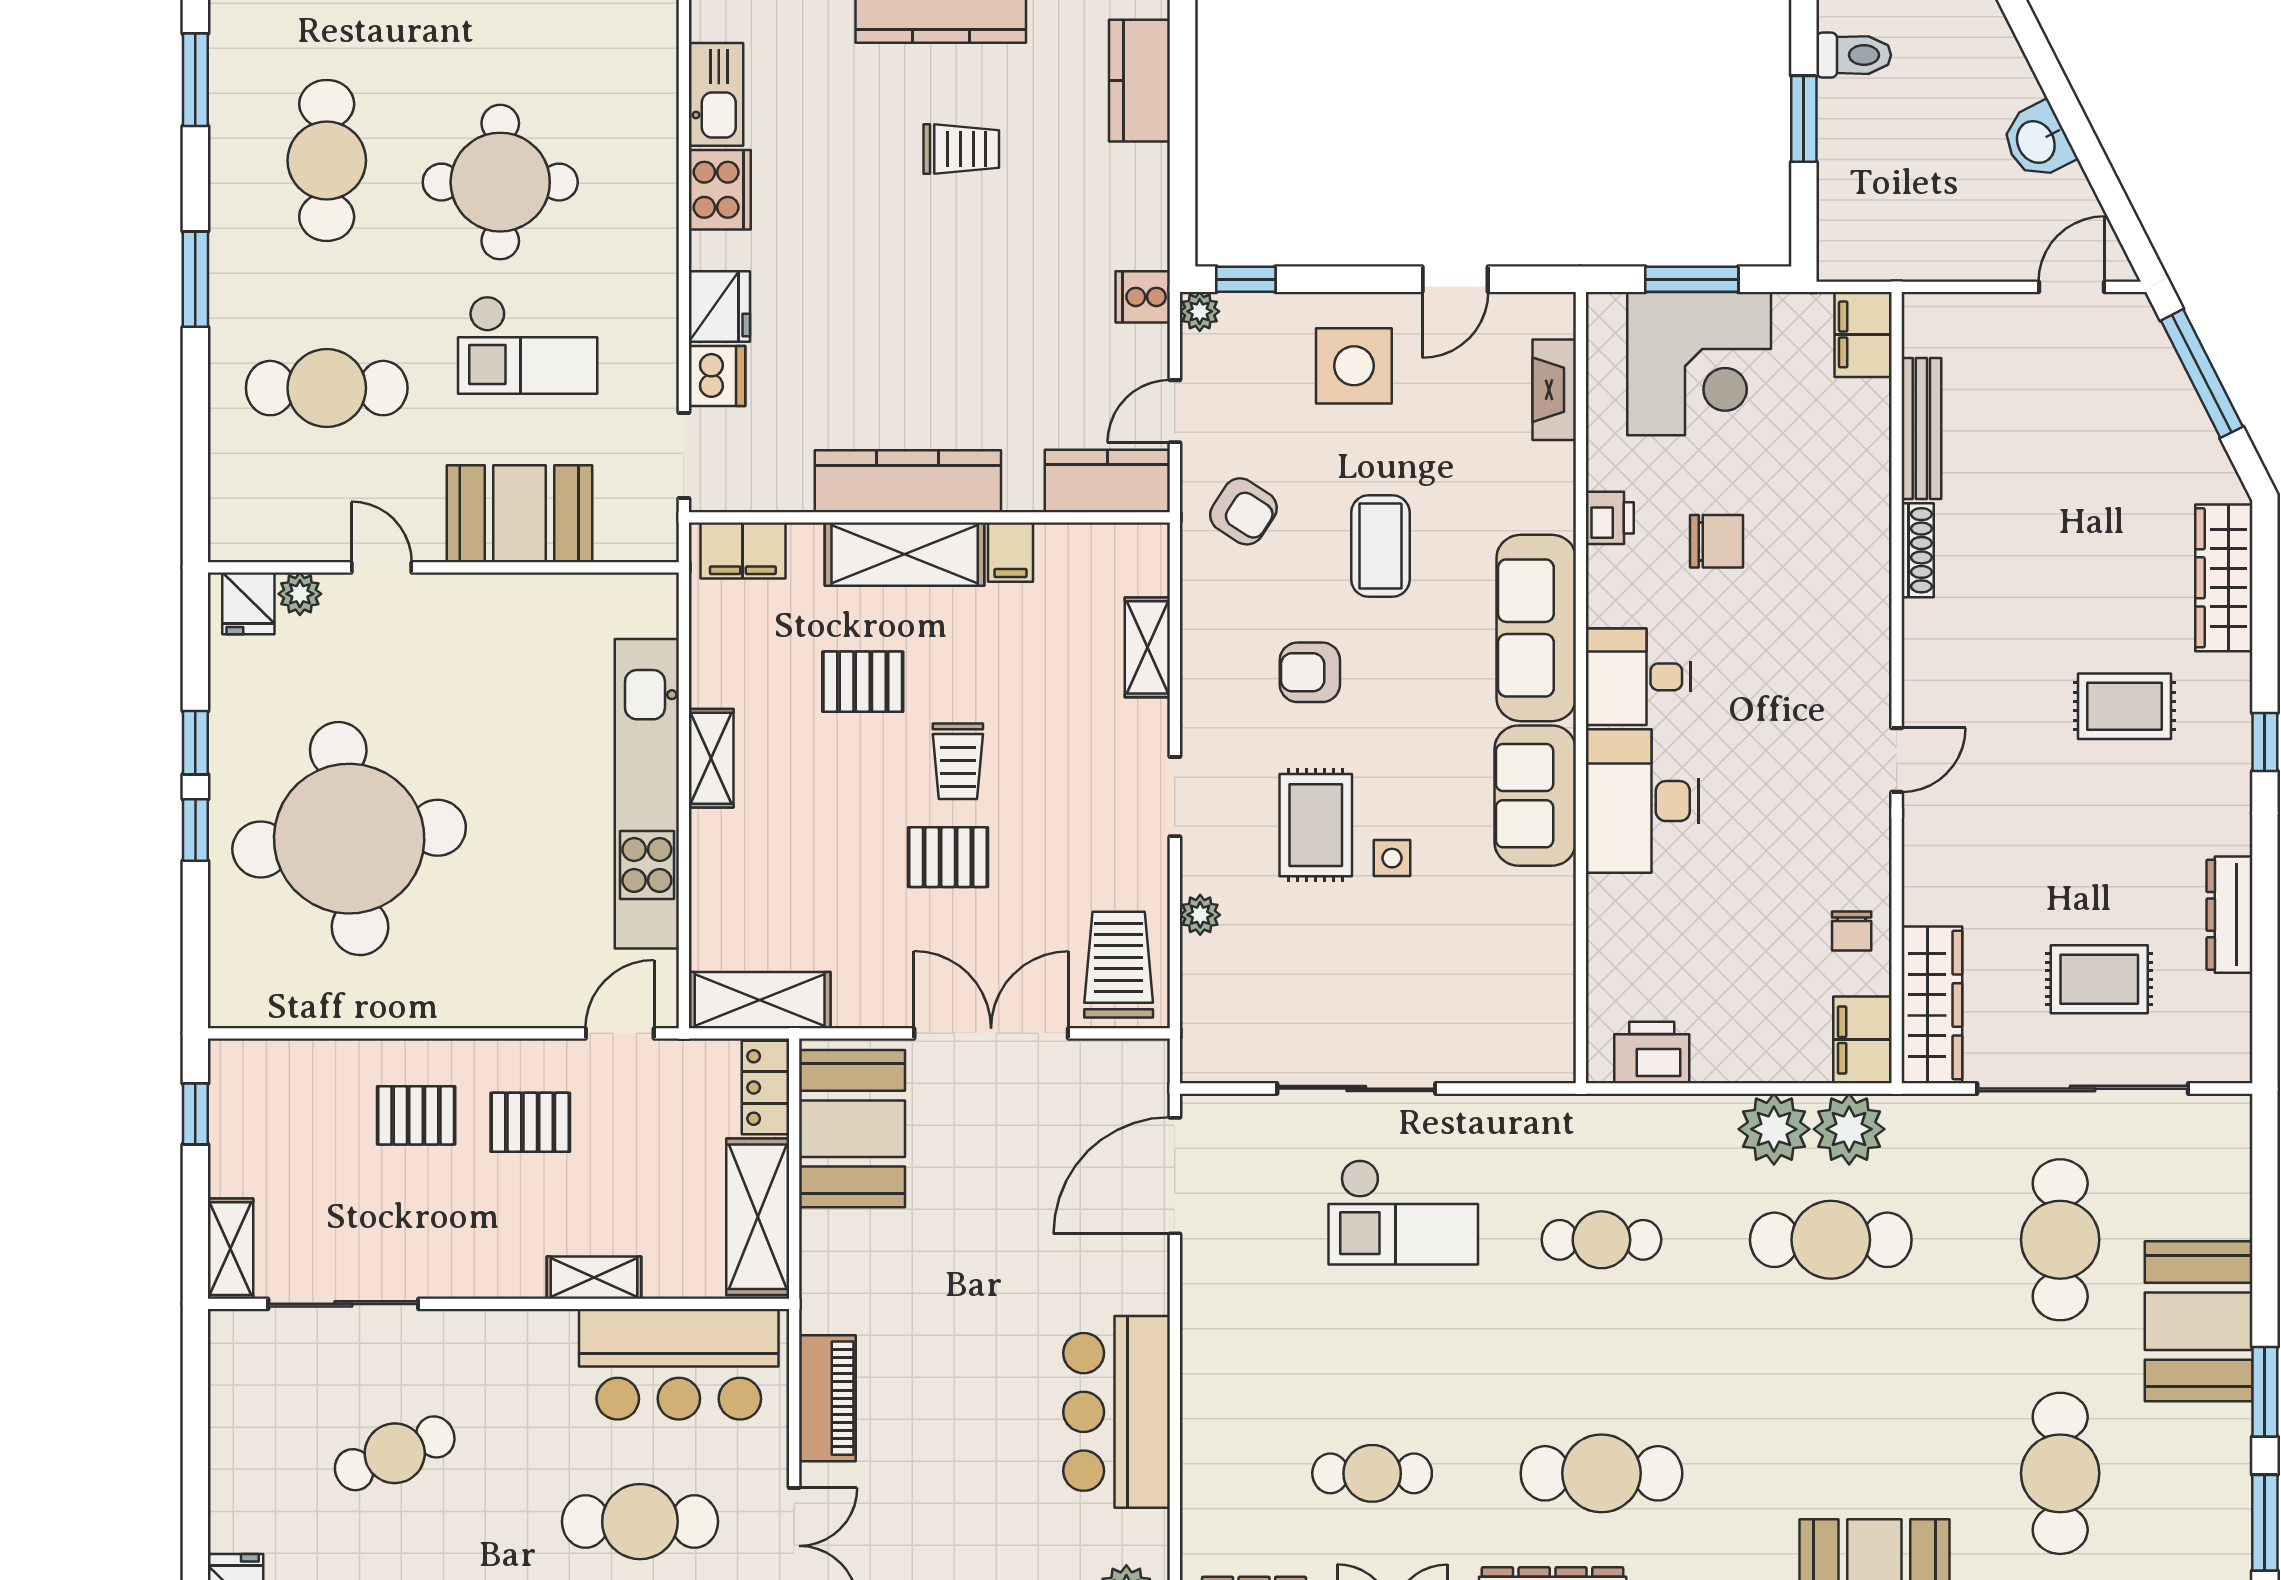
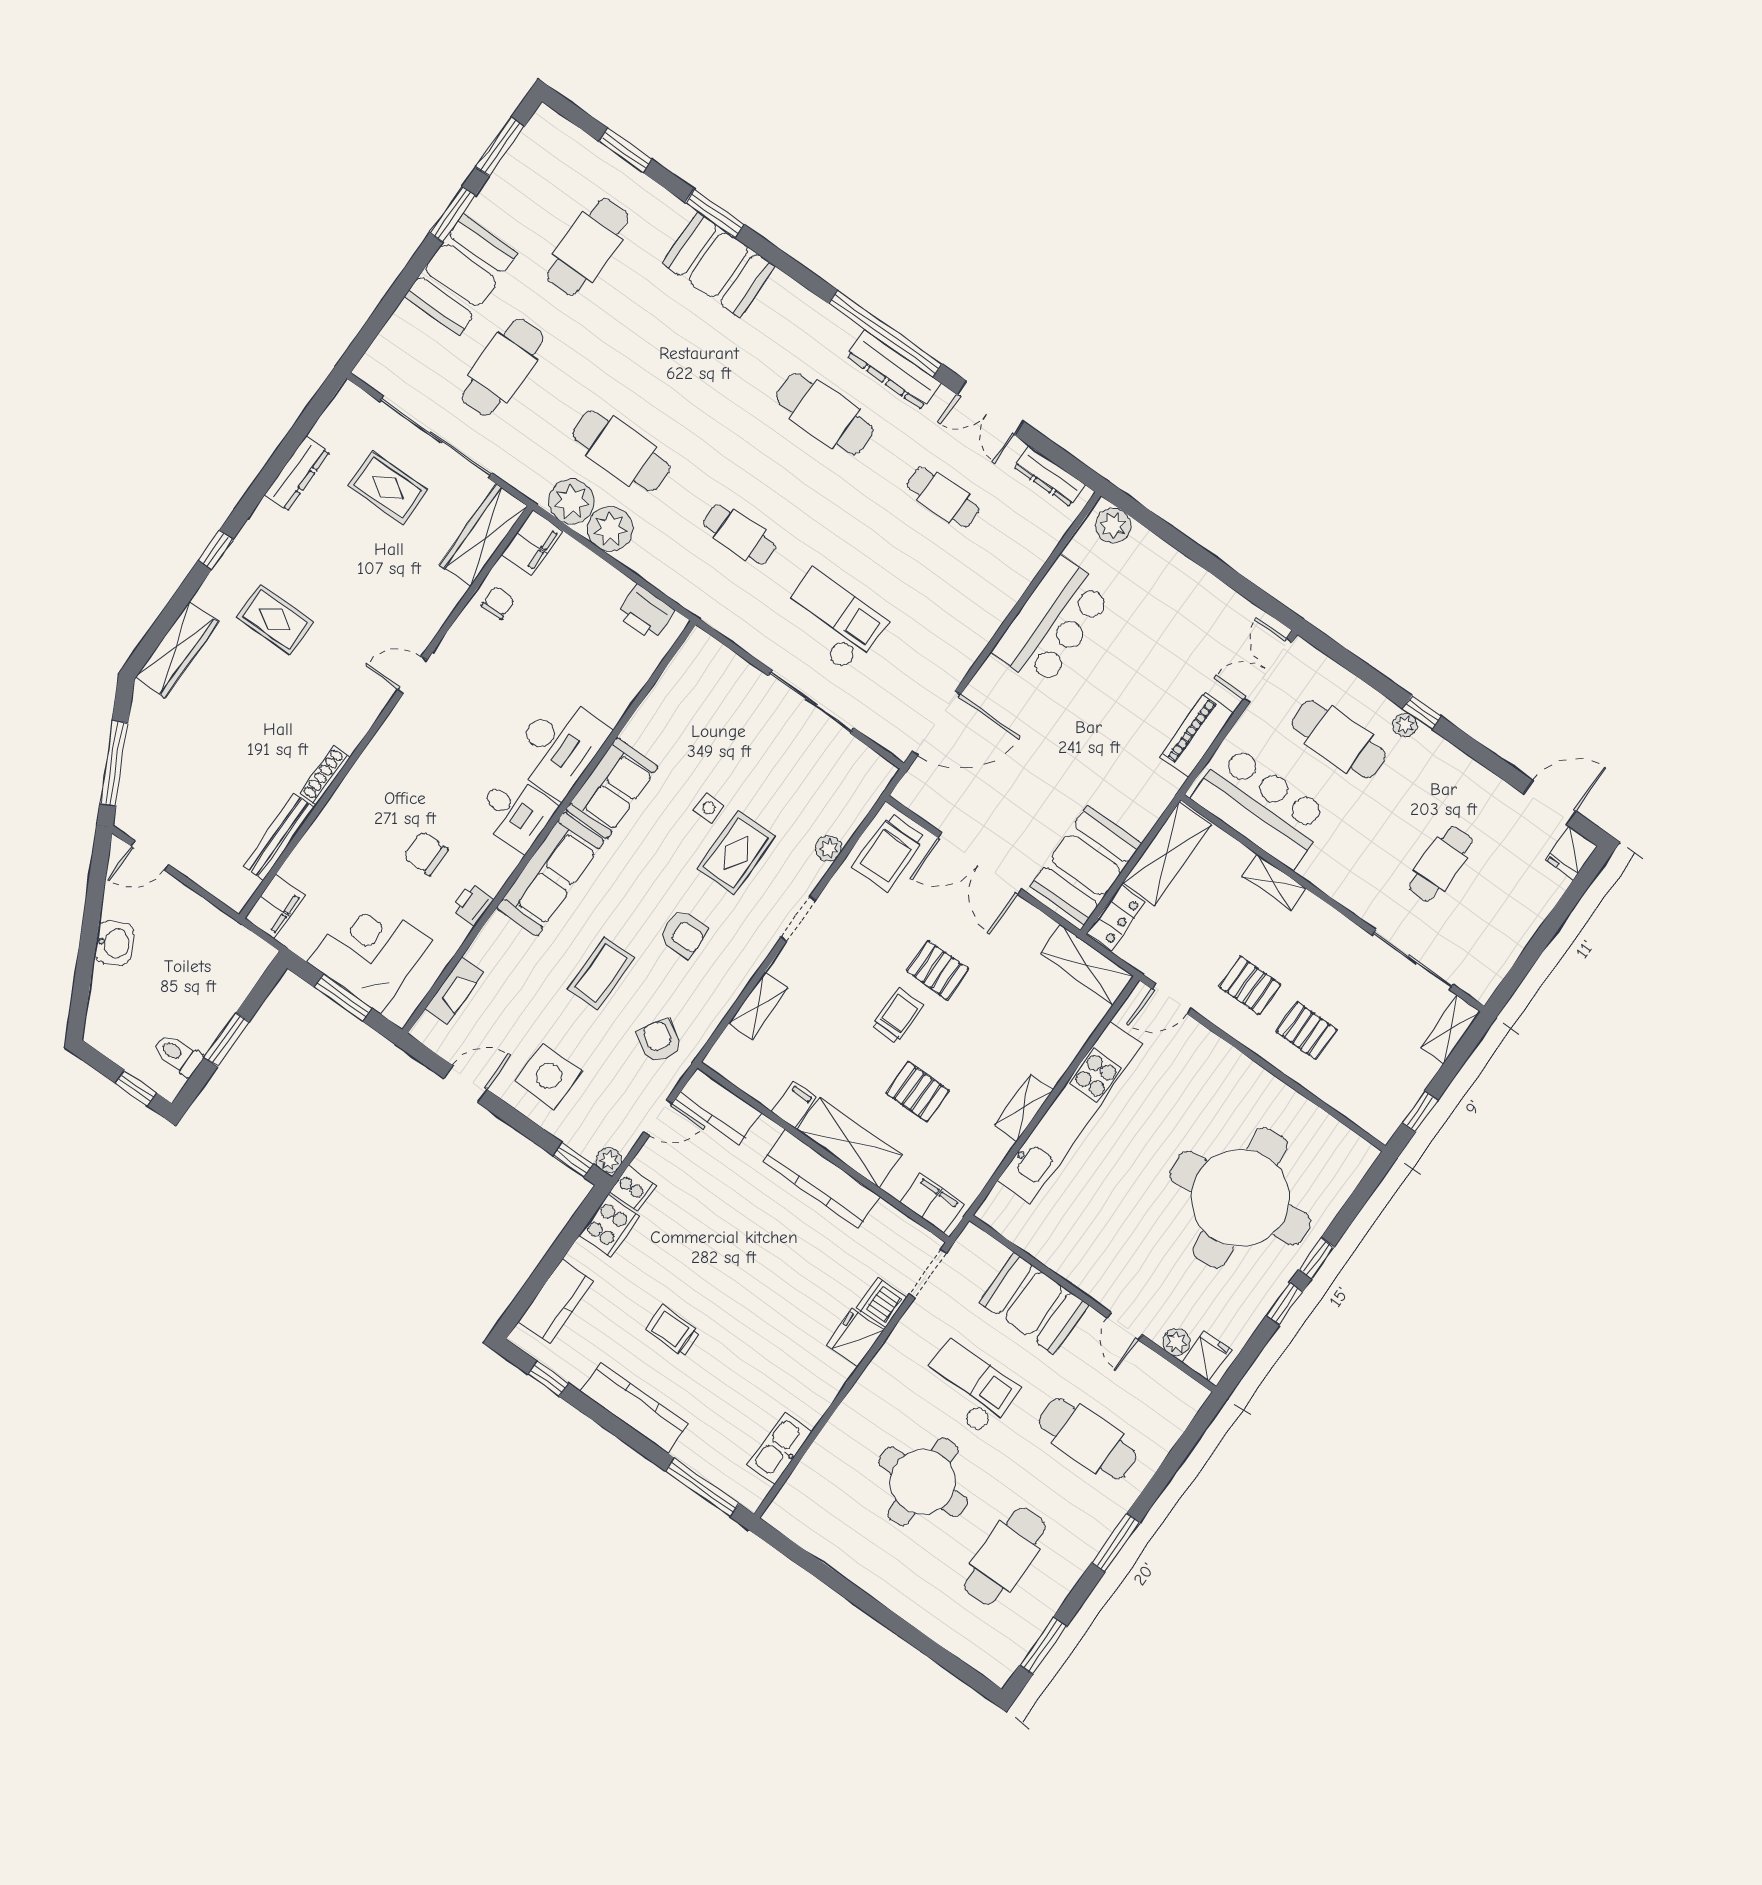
cooker: (720, 190) -> (609, 1226), moved, turned 180
cafe table: (395, 1453) -> (1441, 864), turned -68

